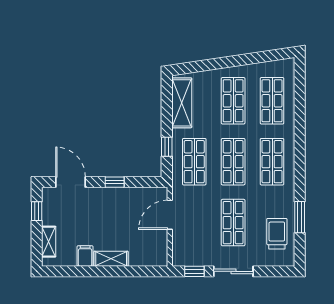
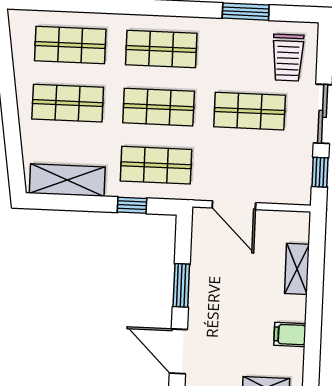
door: (71, 182) -> (178, 351), hinge flipped
window: (115, 182) -> (181, 285), width x1.50
trolley: (277, 234) -> (288, 58), moved, turned -90
shelving: (111, 259) -> (297, 269), moved

